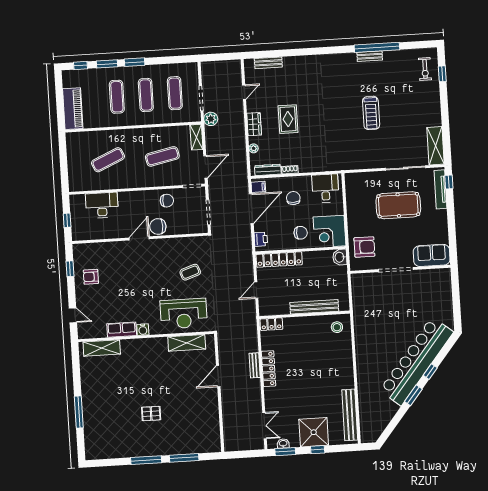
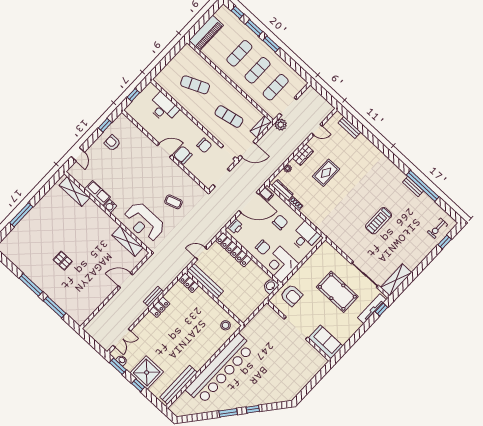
bench: (314, 307) -> (205, 281), moved
bar counter: (416, 361) -> (220, 369), moved, turned 141
locker: (269, 369) -> (160, 307), width x0.66

